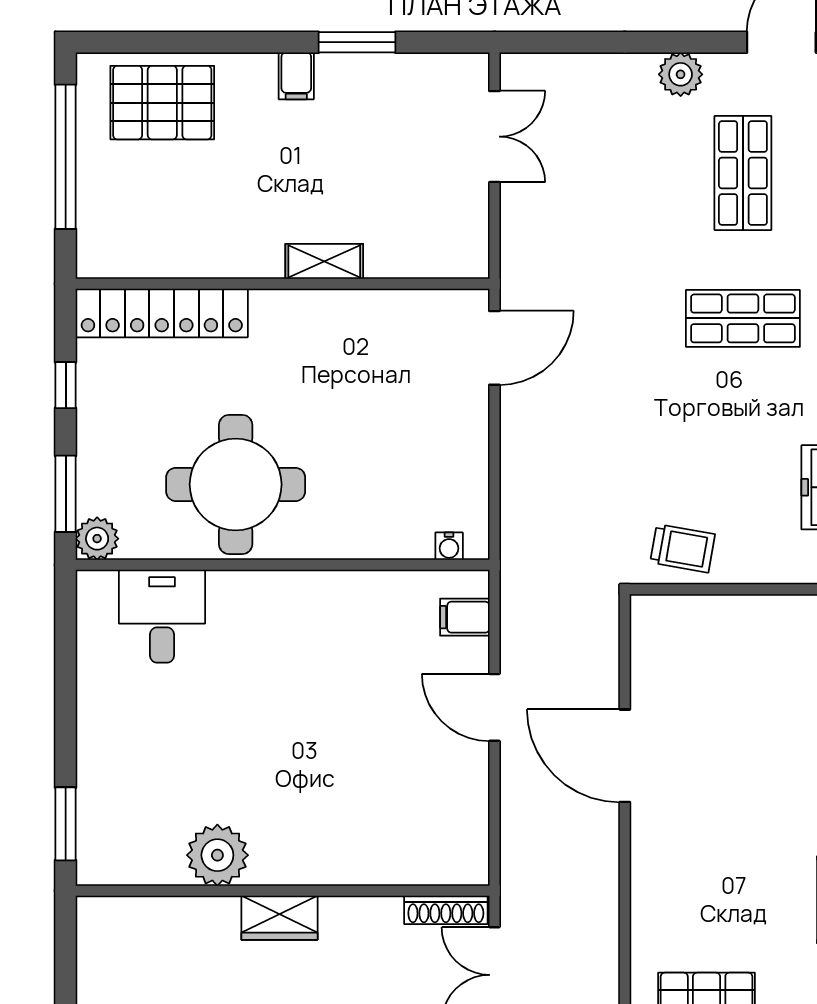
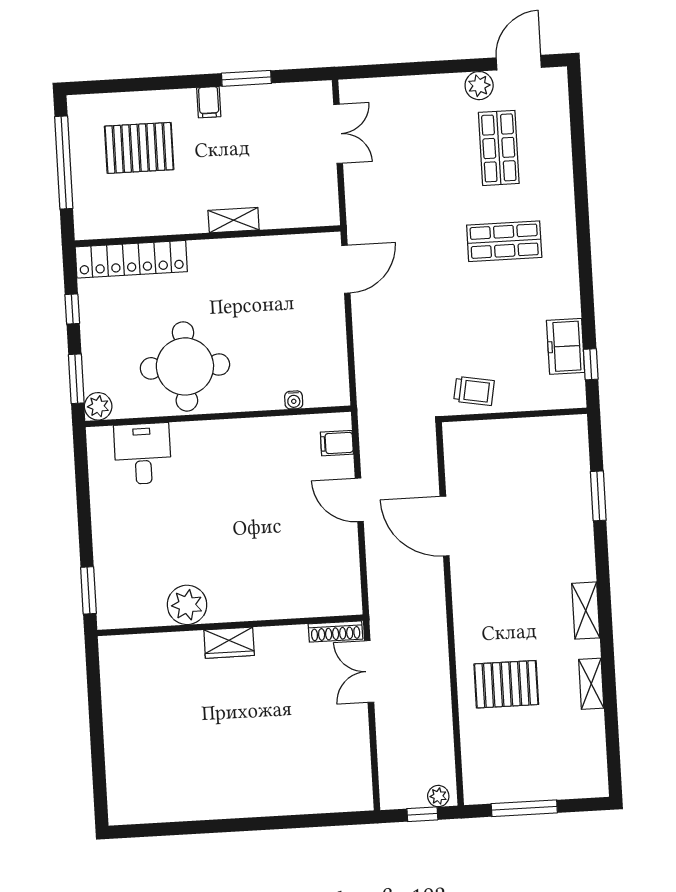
plant: (681, 74) -> (479, 86), moved
pallet: (162, 103) -> (139, 148), moved
water cooler: (449, 546) -> (294, 400), moved

